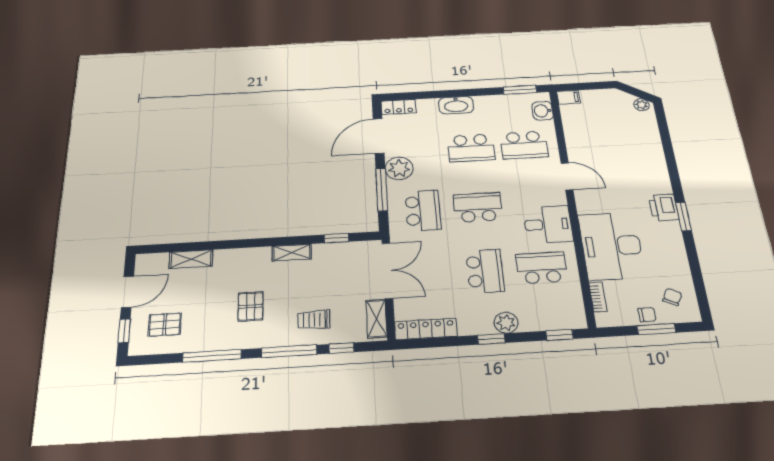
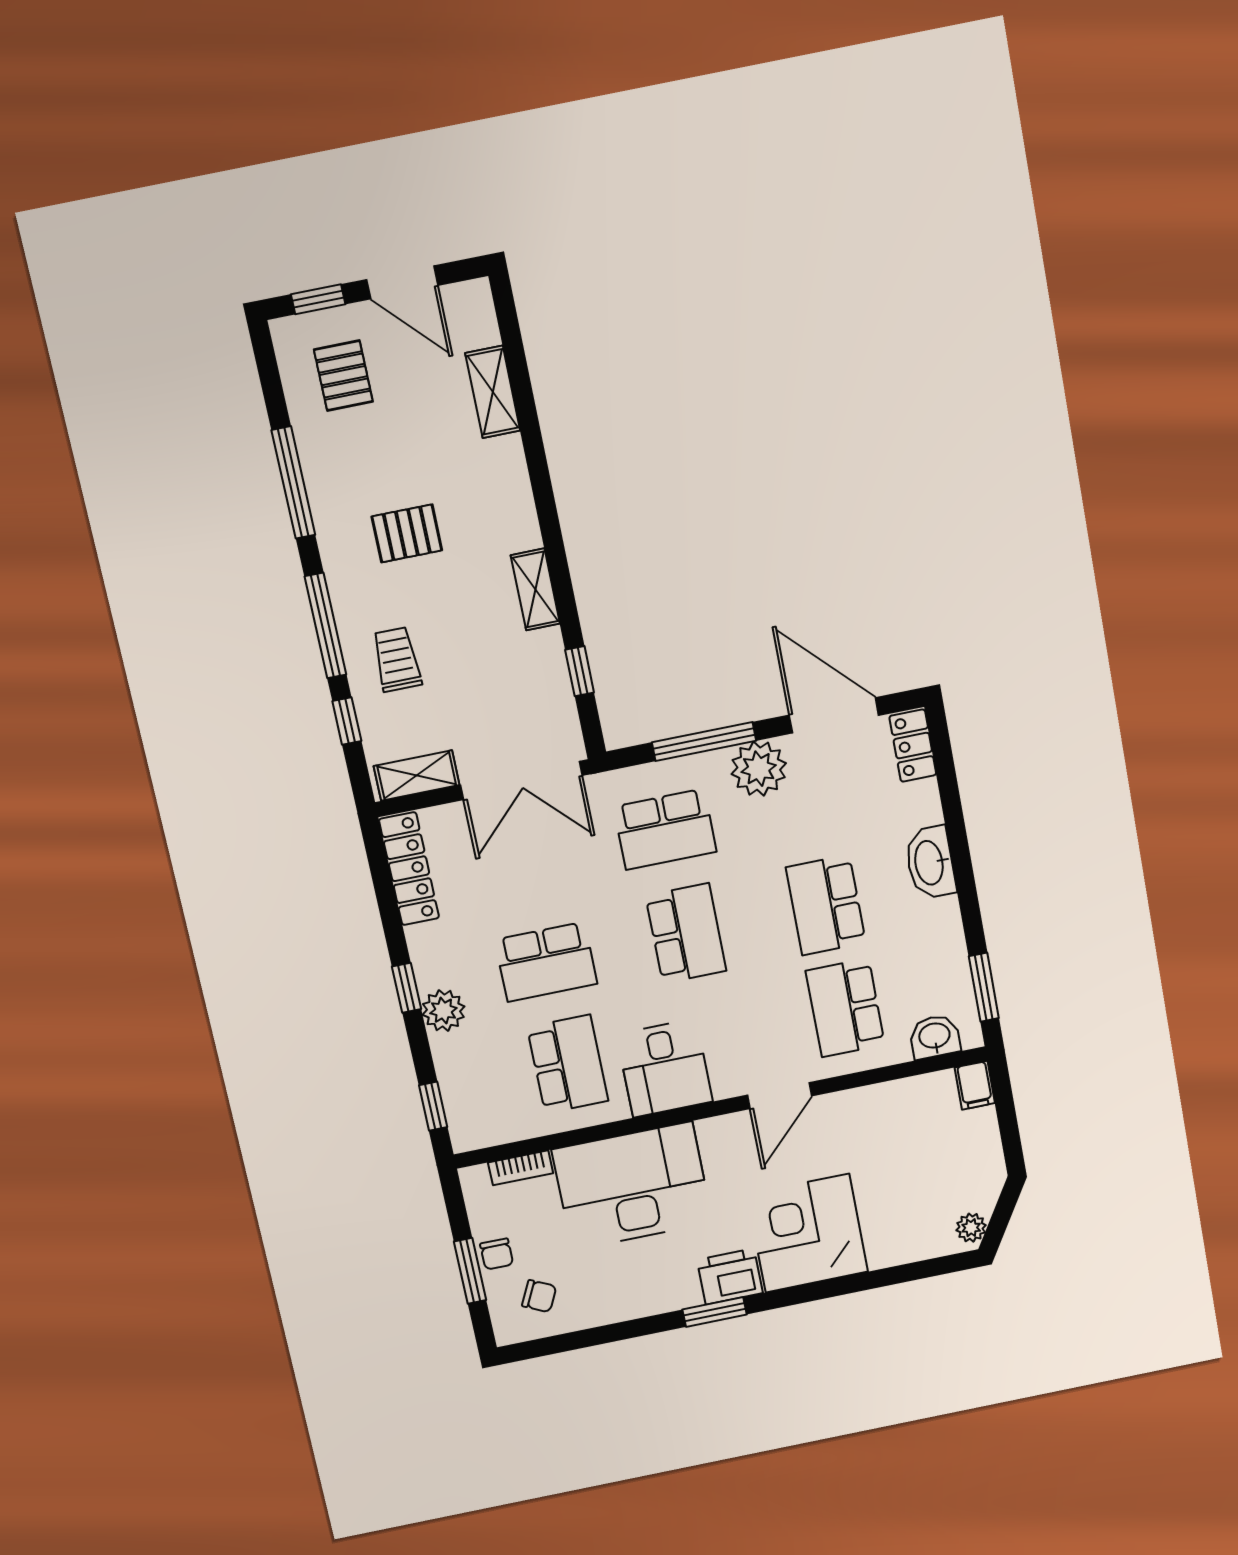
corner desk: (641, 172) -> (807, 1233), added

